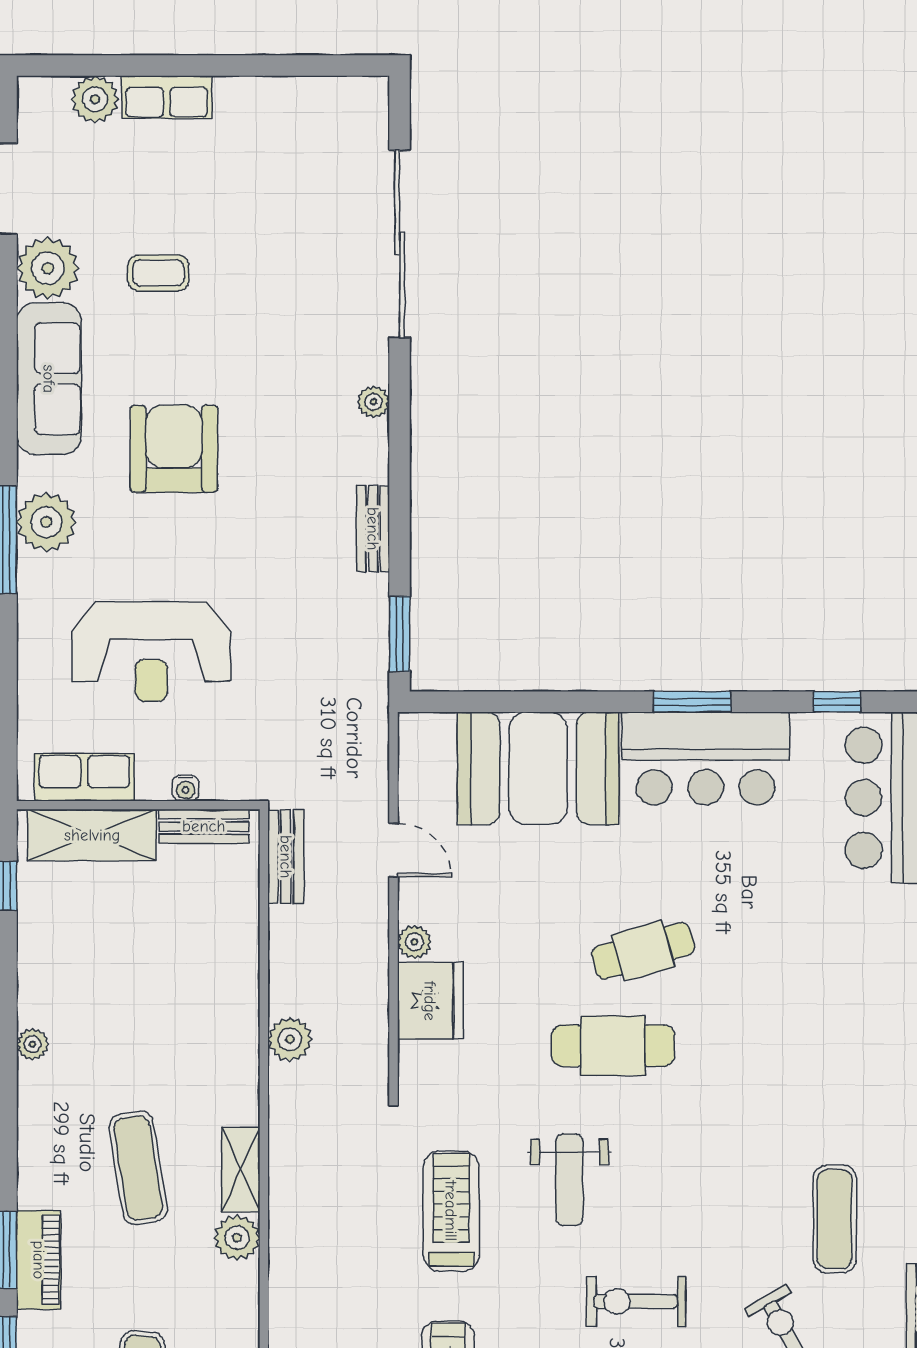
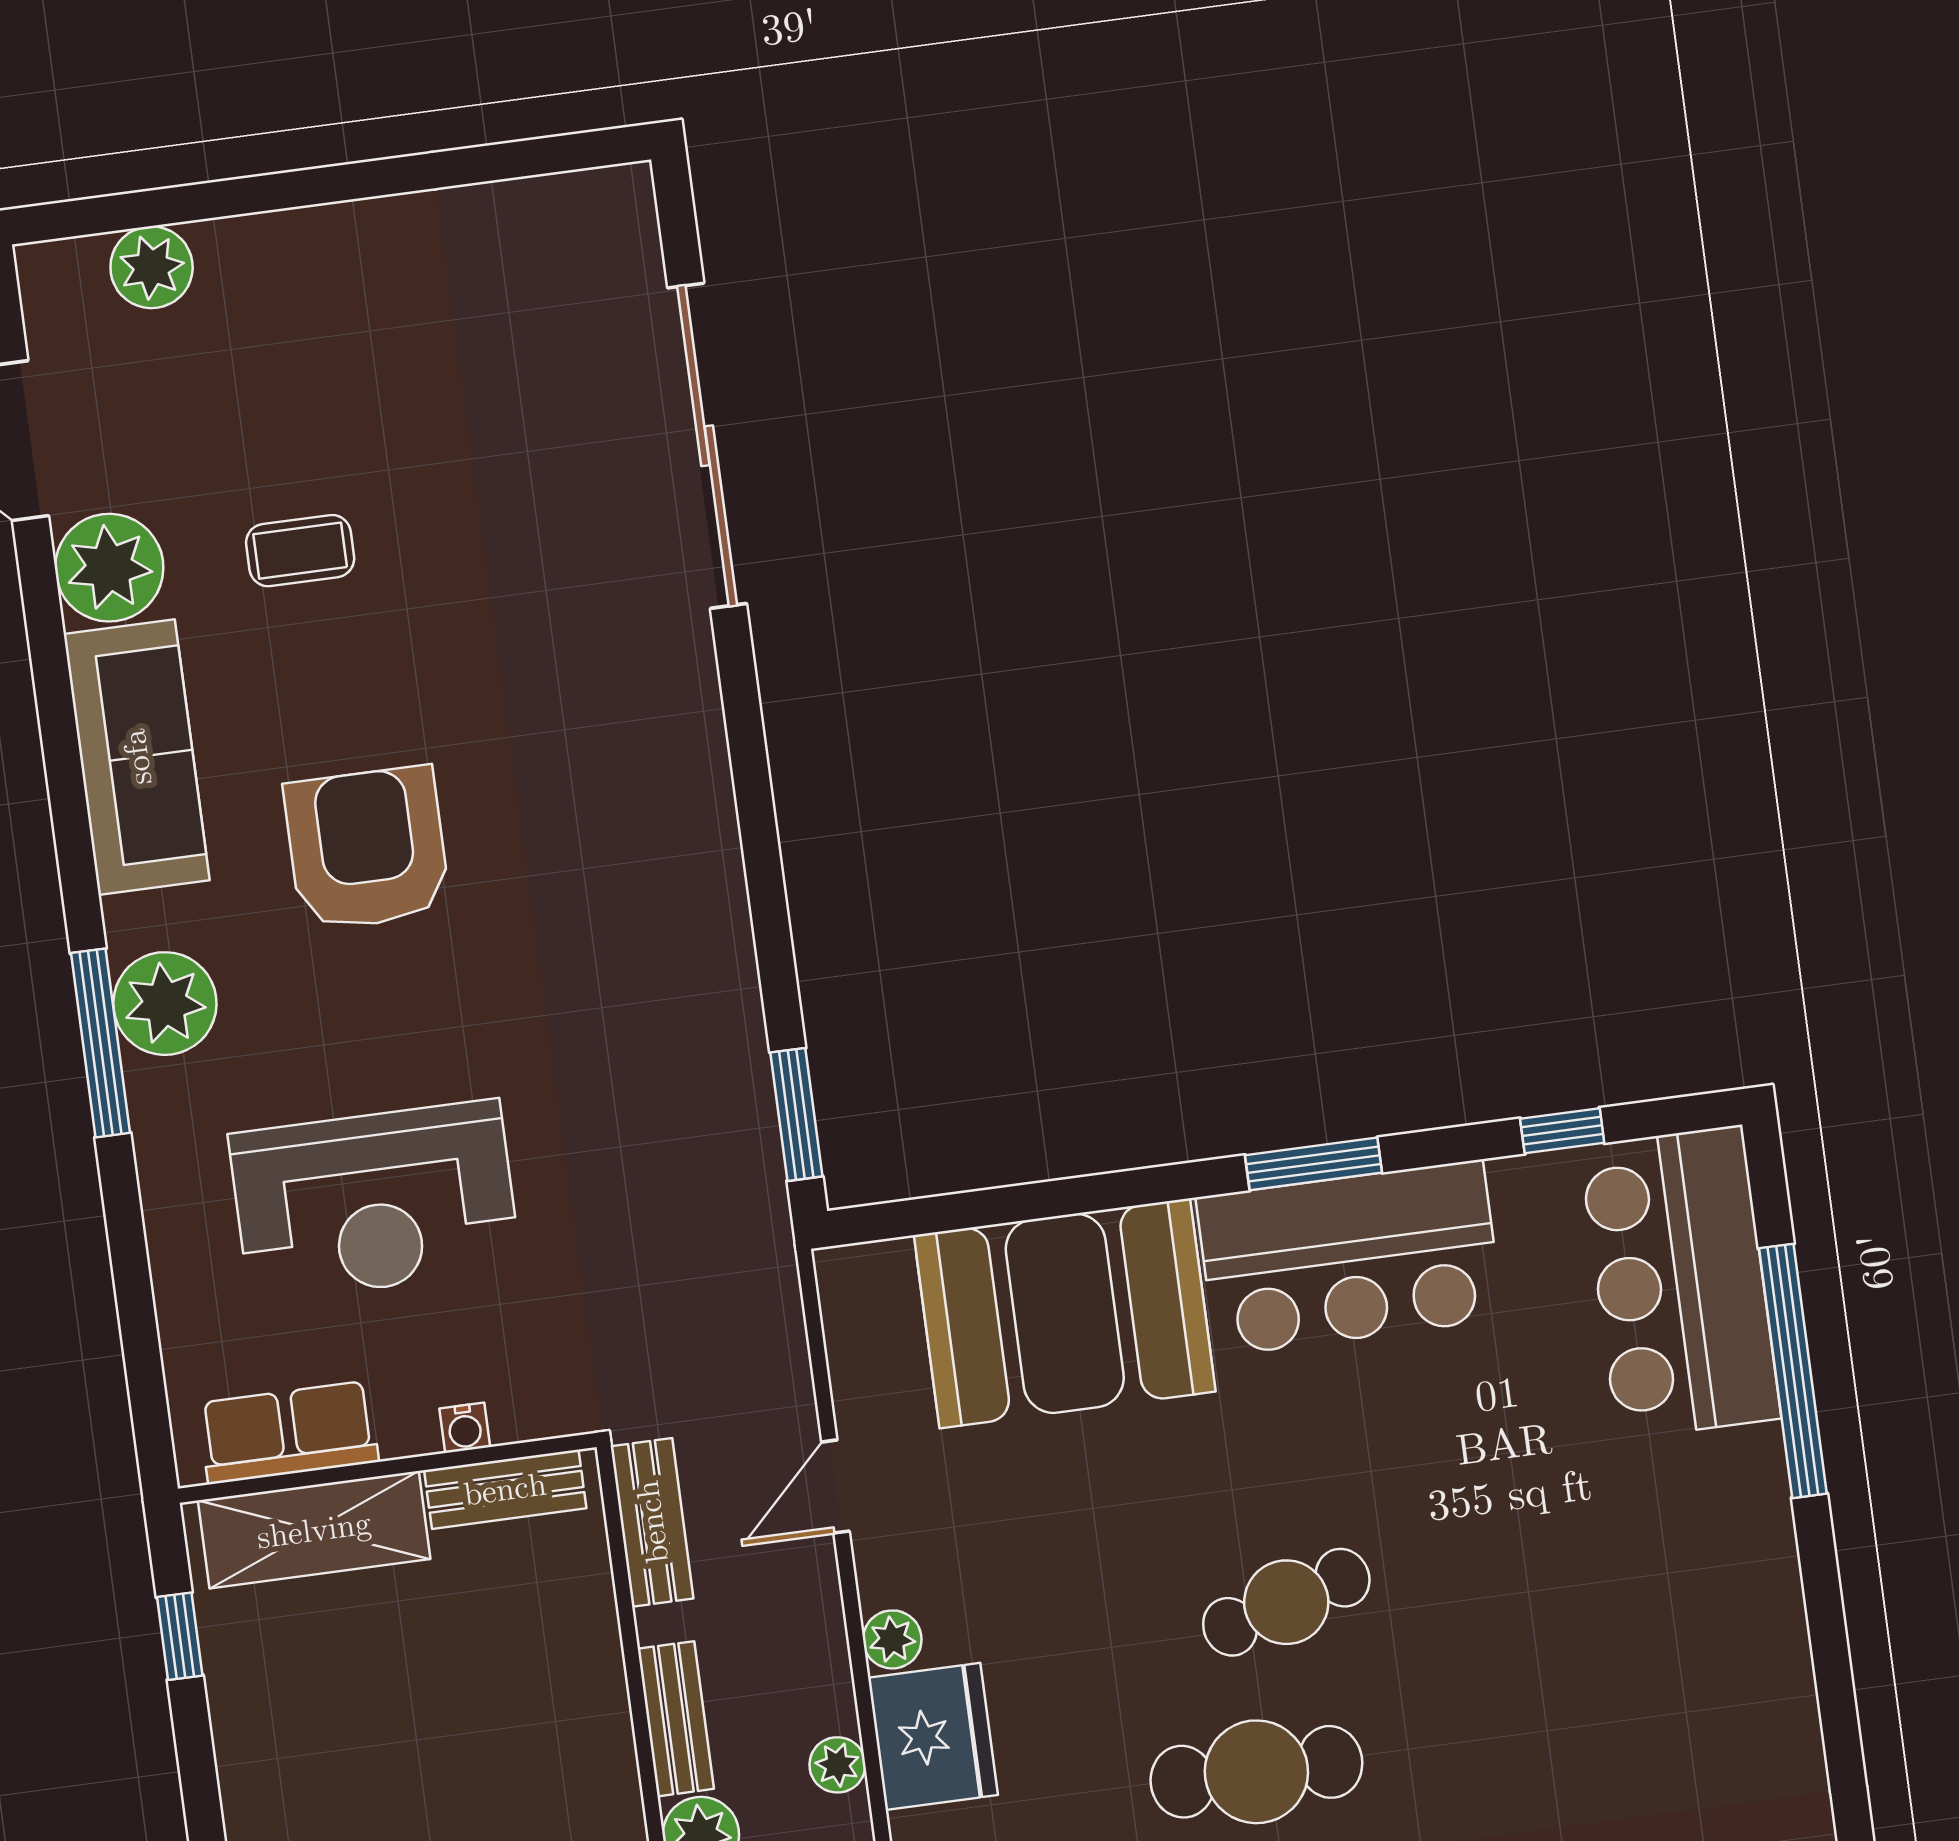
row of seats: (167, 97) -> (274, 247), removed
plant: (373, 402) -> (837, 1765), moved
bench: (373, 529) -> (676, 1719), moved
door: (394, 850) -> (835, 1487), swing flipped

